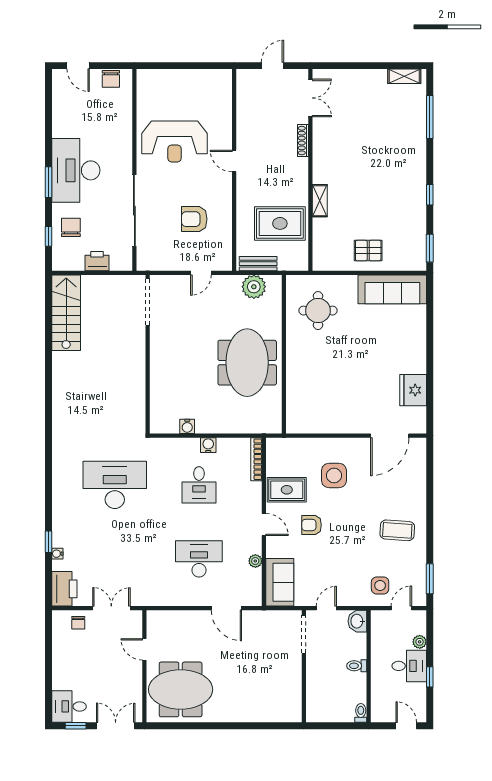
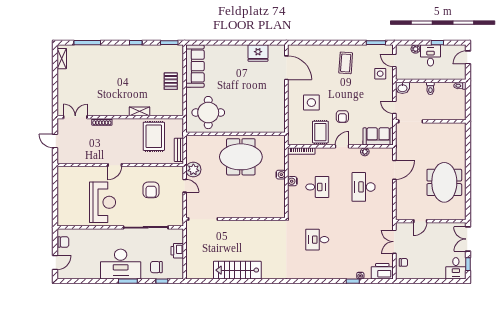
plant: (254, 287) -> (193, 170), moved
round table: (318, 311) -> (208, 113), width x1.36, depth x1.36
stairs: (66, 313) -> (237, 270), moved
water cooler: (187, 426) -> (281, 175), moved
desk: (115, 485) -> (317, 240), width x0.53, depth x0.77
meeting table: (181, 689) -> (444, 182), moved

